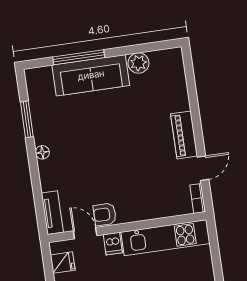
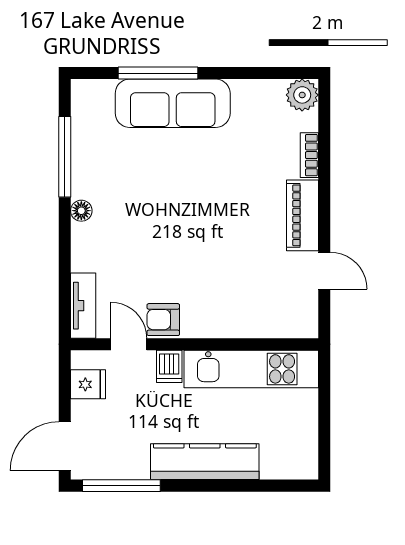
plant: (138, 63) -> (302, 95), moved
window: (27, 119) -> (65, 157), width x1.44
door: (203, 168) -> (324, 271), hinge flipped
bookcase: (198, 198) -> (309, 155), moved

